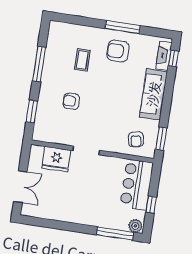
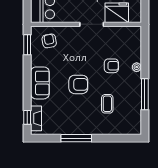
armchair: (118, 51) -> (78, 84), moved
sofa: (153, 94) -> (40, 83), width x0.73
plant: (44, 95) -> (137, 67), added
window: (32, 111) -> (145, 51), removed

